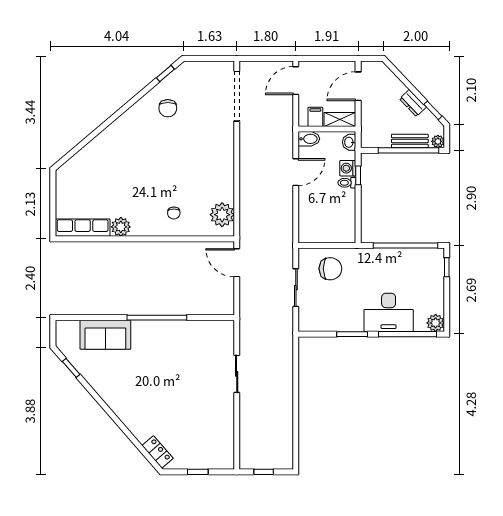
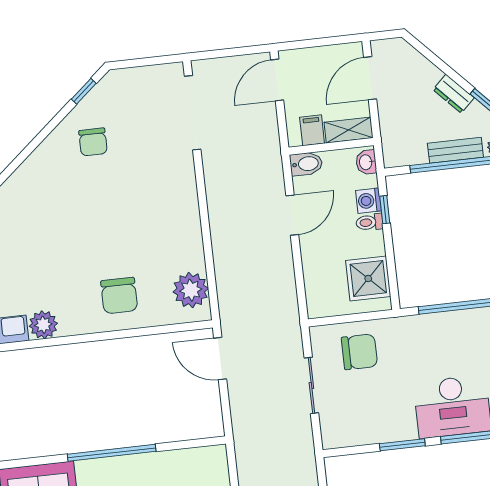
chair: (174, 213) -> (119, 296), width x1.87, depth x1.87
shower: (342, 220) -> (368, 278), added

